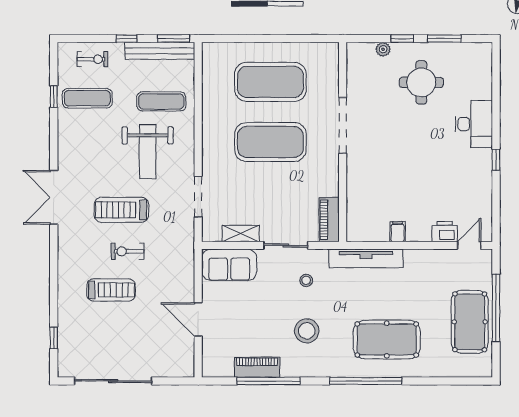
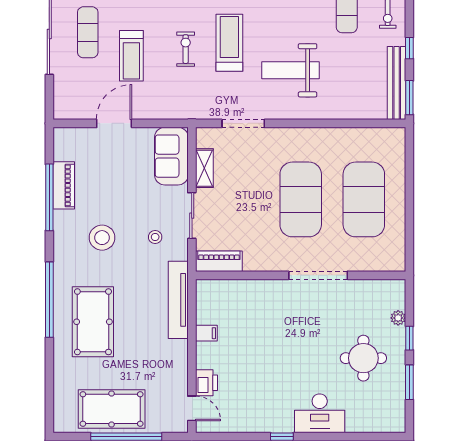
exercise mat: (161, 101) -> (88, 32), moved
treadmill: (111, 290) -> (131, 56), moved

